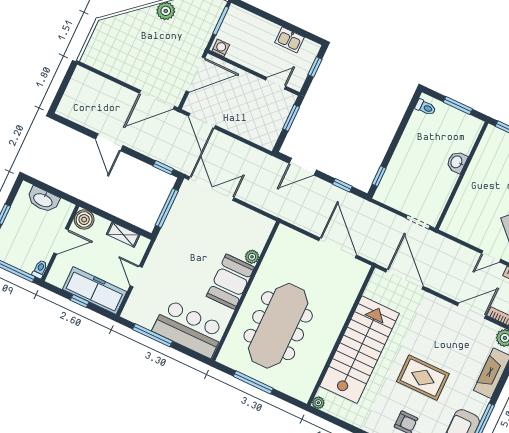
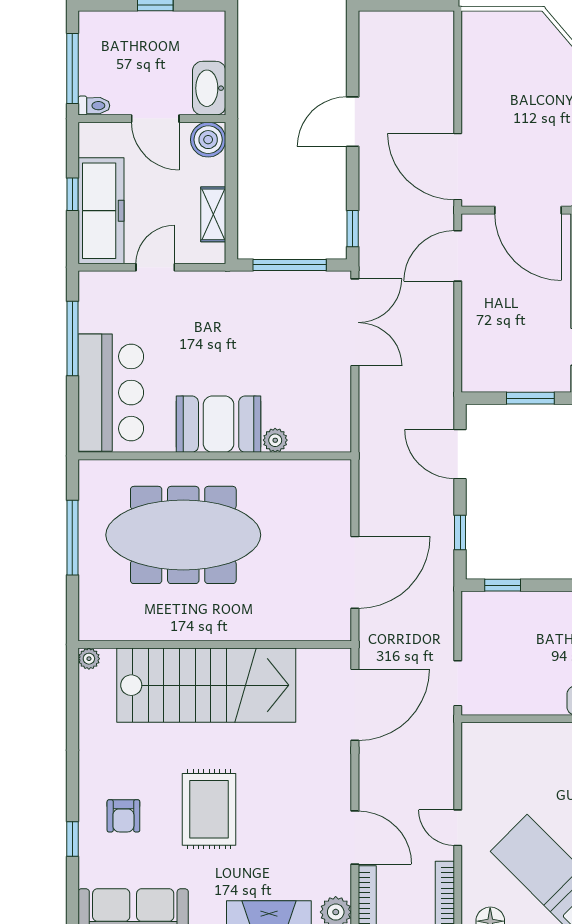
washbasin: (43, 200) -> (209, 88), moved

